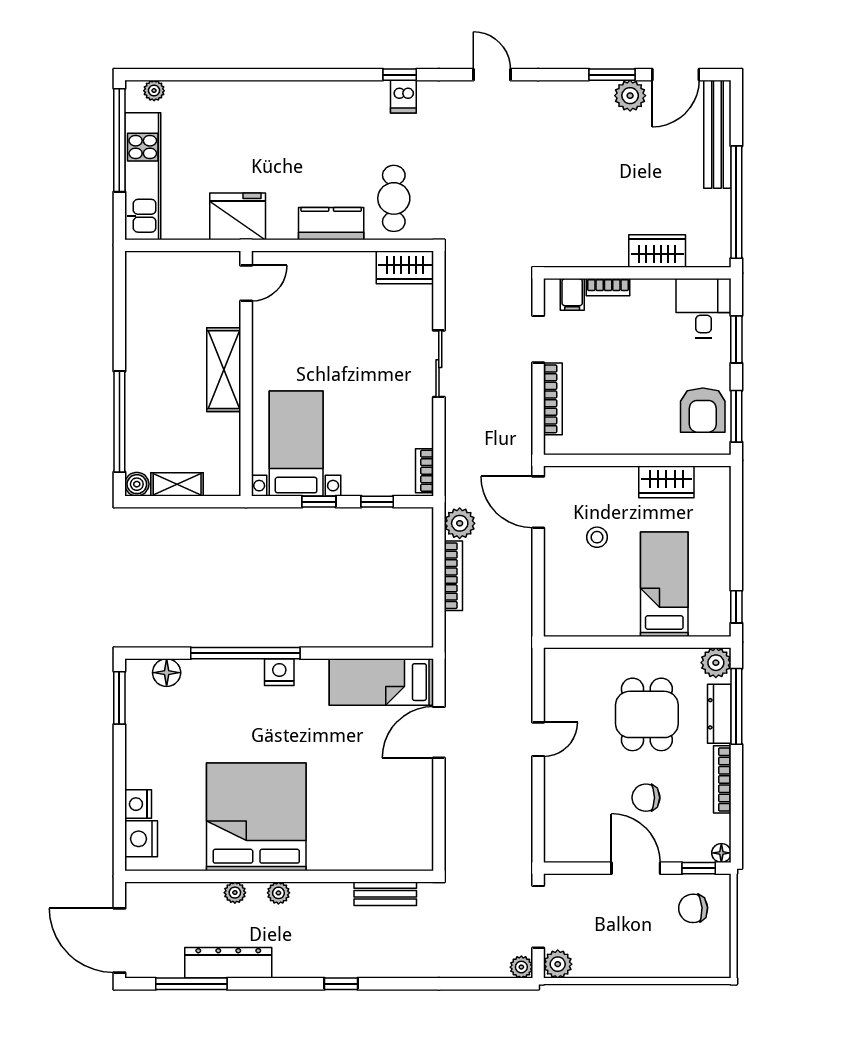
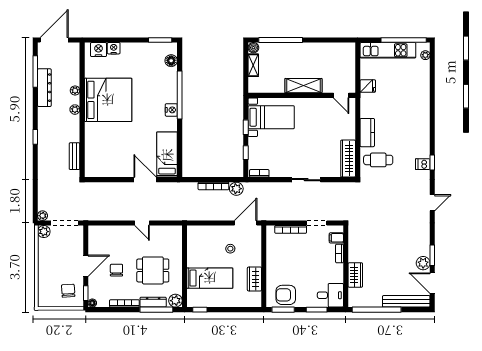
fridge: (238, 216) -> (368, 86), width x0.53, depth x0.75
wardrobe: (405, 267) -> (348, 159), width x1.50

